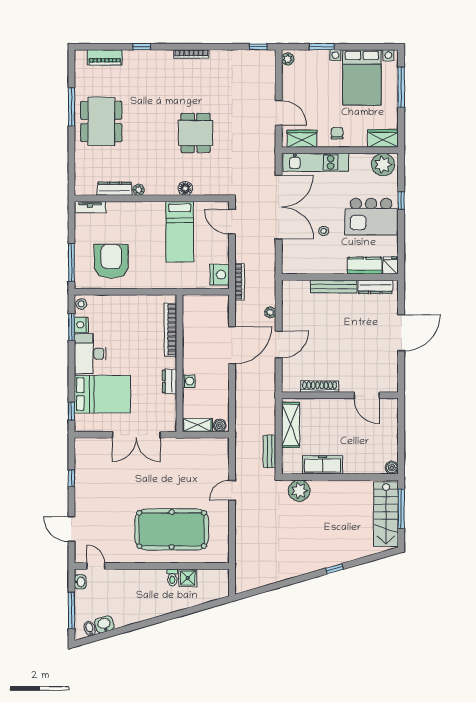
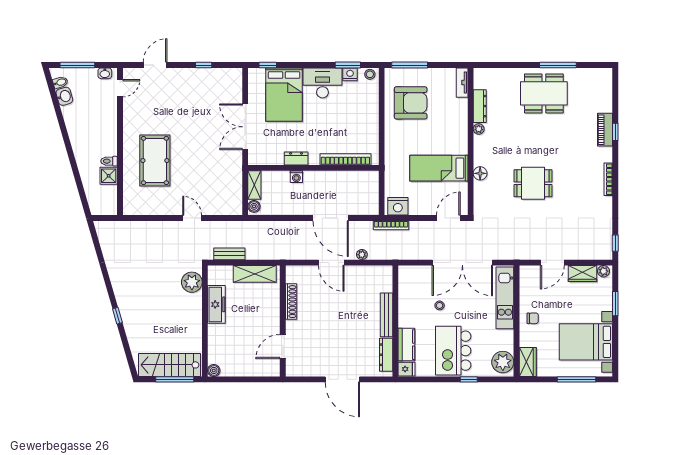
piano: (105, 57) -> (605, 130), moved
wardrobe: (302, 139) -> (582, 274), moved, turned 90
pool table: (172, 529) -> (155, 161), width x0.73, depth x0.76

